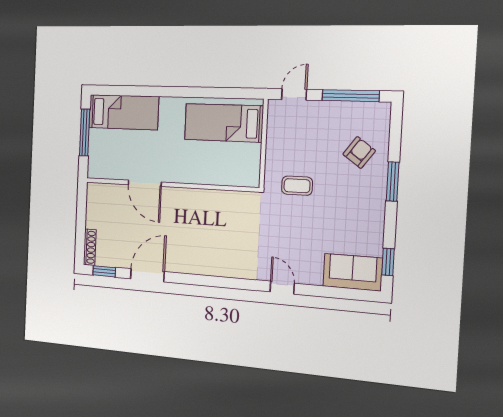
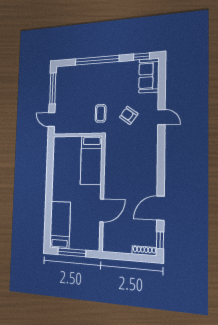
bed: (224, 123) -> (91, 160), moved
armchair: (359, 152) -> (129, 115), moved
window: (393, 181) -> (97, 60), width x2.11
door: (147, 275) -> (160, 208), hinge flipped
door: (282, 288) -> (161, 117), swing flipped

